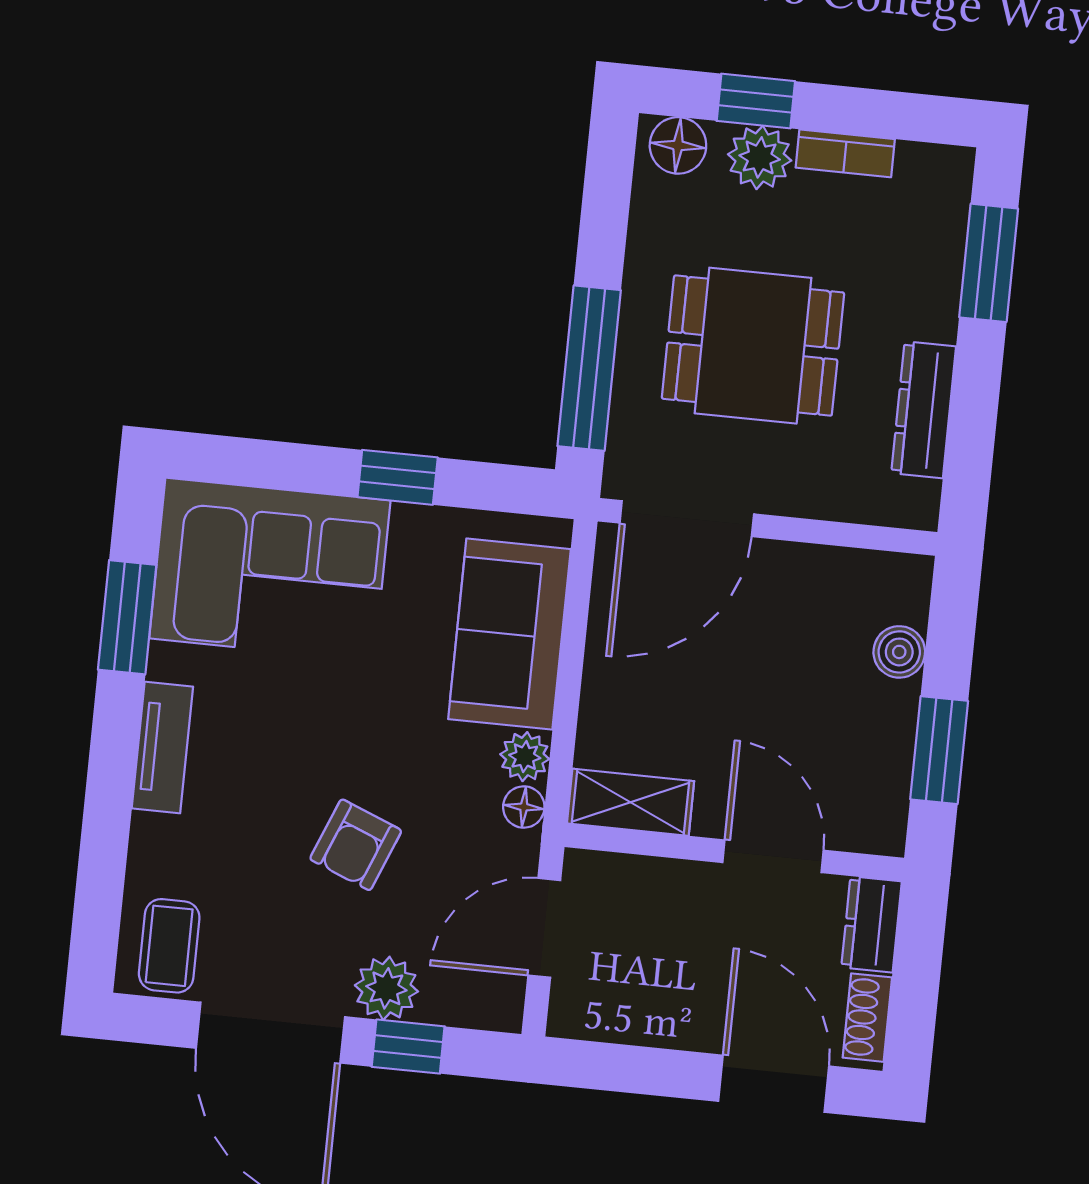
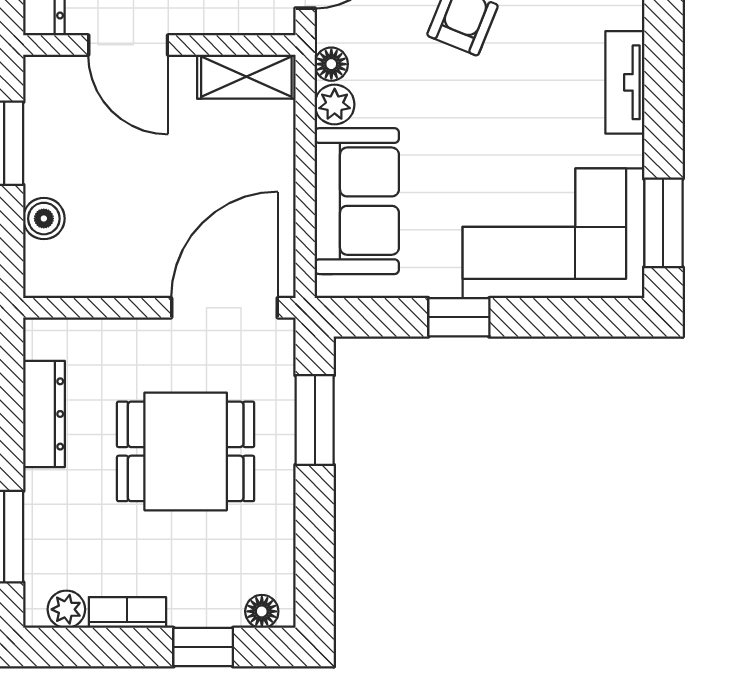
floor lamp: (678, 145) -> (262, 611), width x0.73, depth x0.73
plant: (760, 157) -> (66, 609), moved, width x0.73, depth x0.73
window: (589, 368) -> (315, 420), width x0.69
window: (127, 617) -> (663, 223), moved

